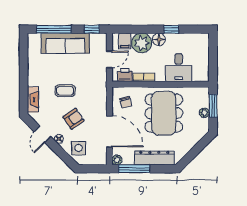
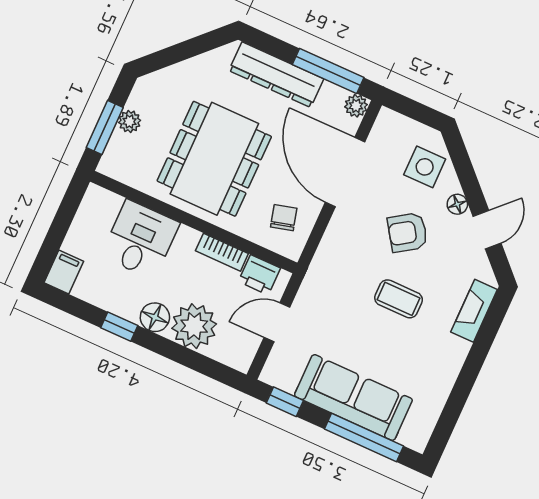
filing cabinet: (125, 41) -> (64, 272), moved

